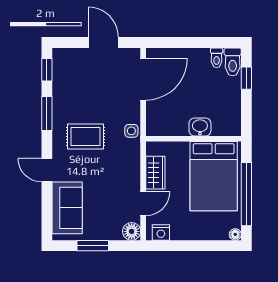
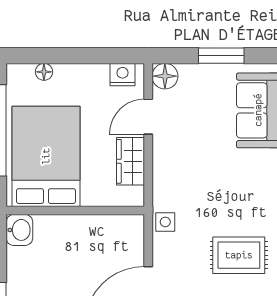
washbasin: (200, 127) -> (19, 230), moved, turned -90
rug: (85, 136) -> (239, 255), moved
floor lamp: (235, 234) -> (44, 72), moved

